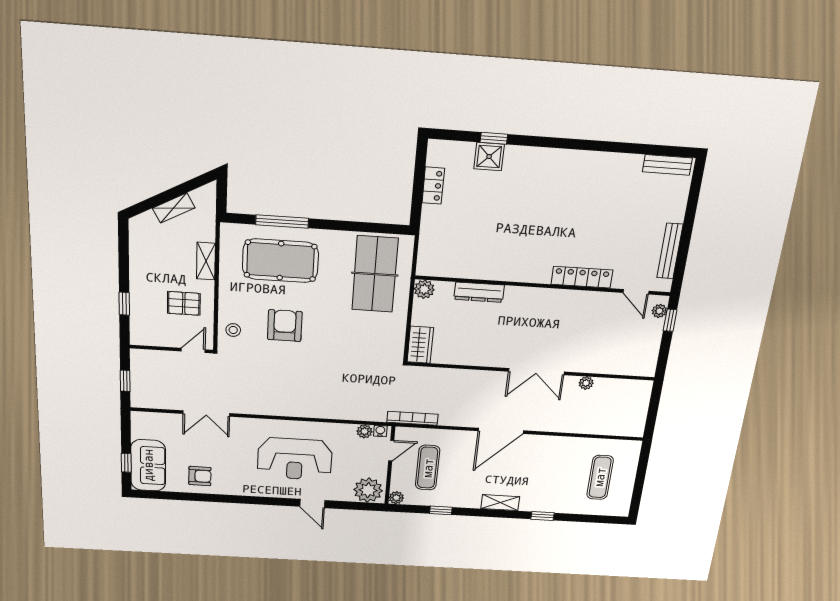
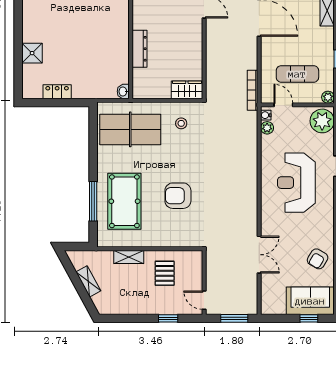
window: (494, 138) -> (18, 51), removed
washbasin: (425, 269) -> (123, 91), added
plant: (424, 289) -> (140, 91), removed
stool: (233, 330) -> (181, 123), moved
door: (193, 350) -> (204, 300), moved
window: (125, 381) -> (234, 318), width x1.50
reception desk: (295, 459) -> (296, 183), turned 180
armchair: (200, 476) -> (318, 259), turned -149

